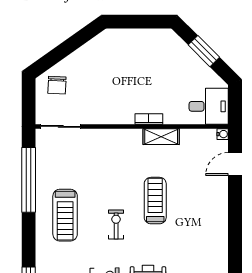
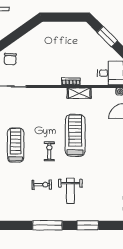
treadmill: (155, 201) -> (75, 135), width x1.37, depth x1.38
treadmill: (65, 215) -> (16, 145), turned 180

